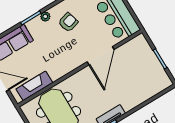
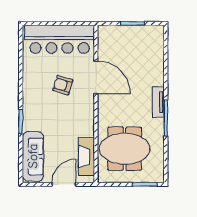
plant: (45, 16) -> (28, 107), removed
armchair: (68, 22) -> (63, 85), moved, turned -57

